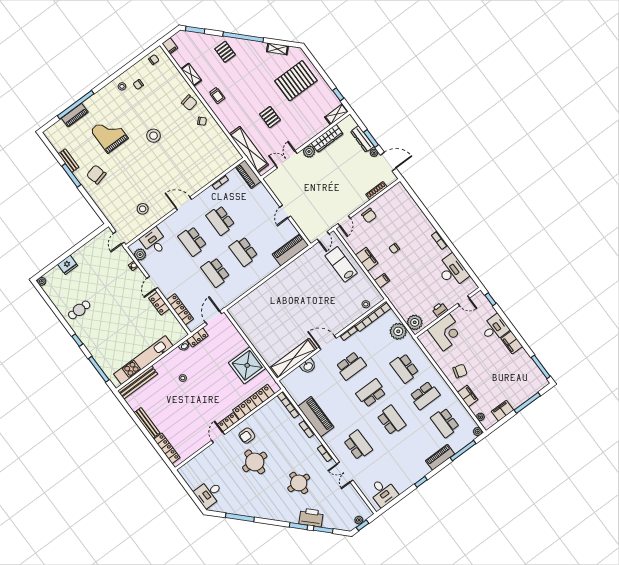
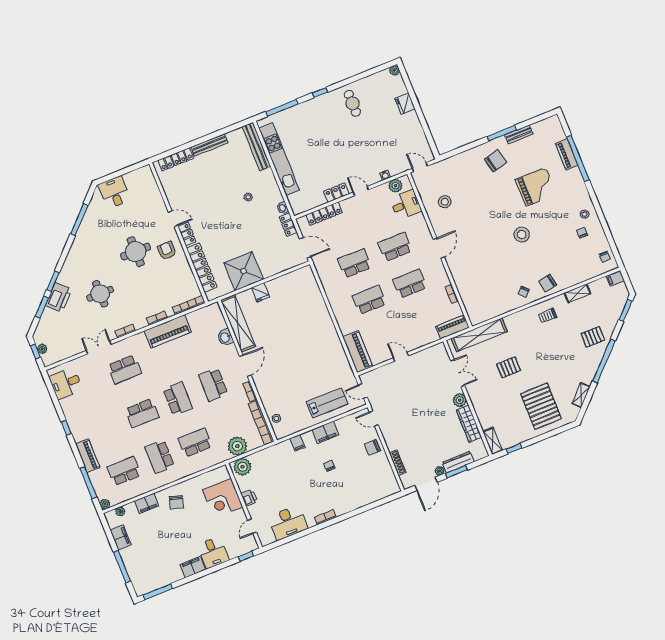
fridge: (262, 346) -> (260, 292), added

